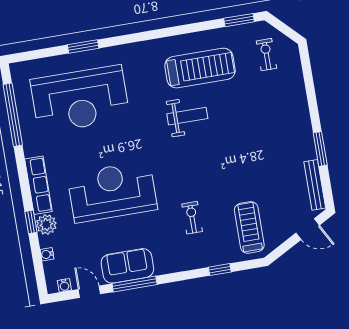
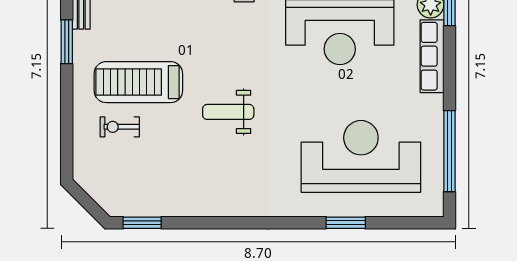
exercise bike: (266, 55) -> (120, 127), moved, turned 90
treadmill: (200, 68) -> (138, 82), moved

